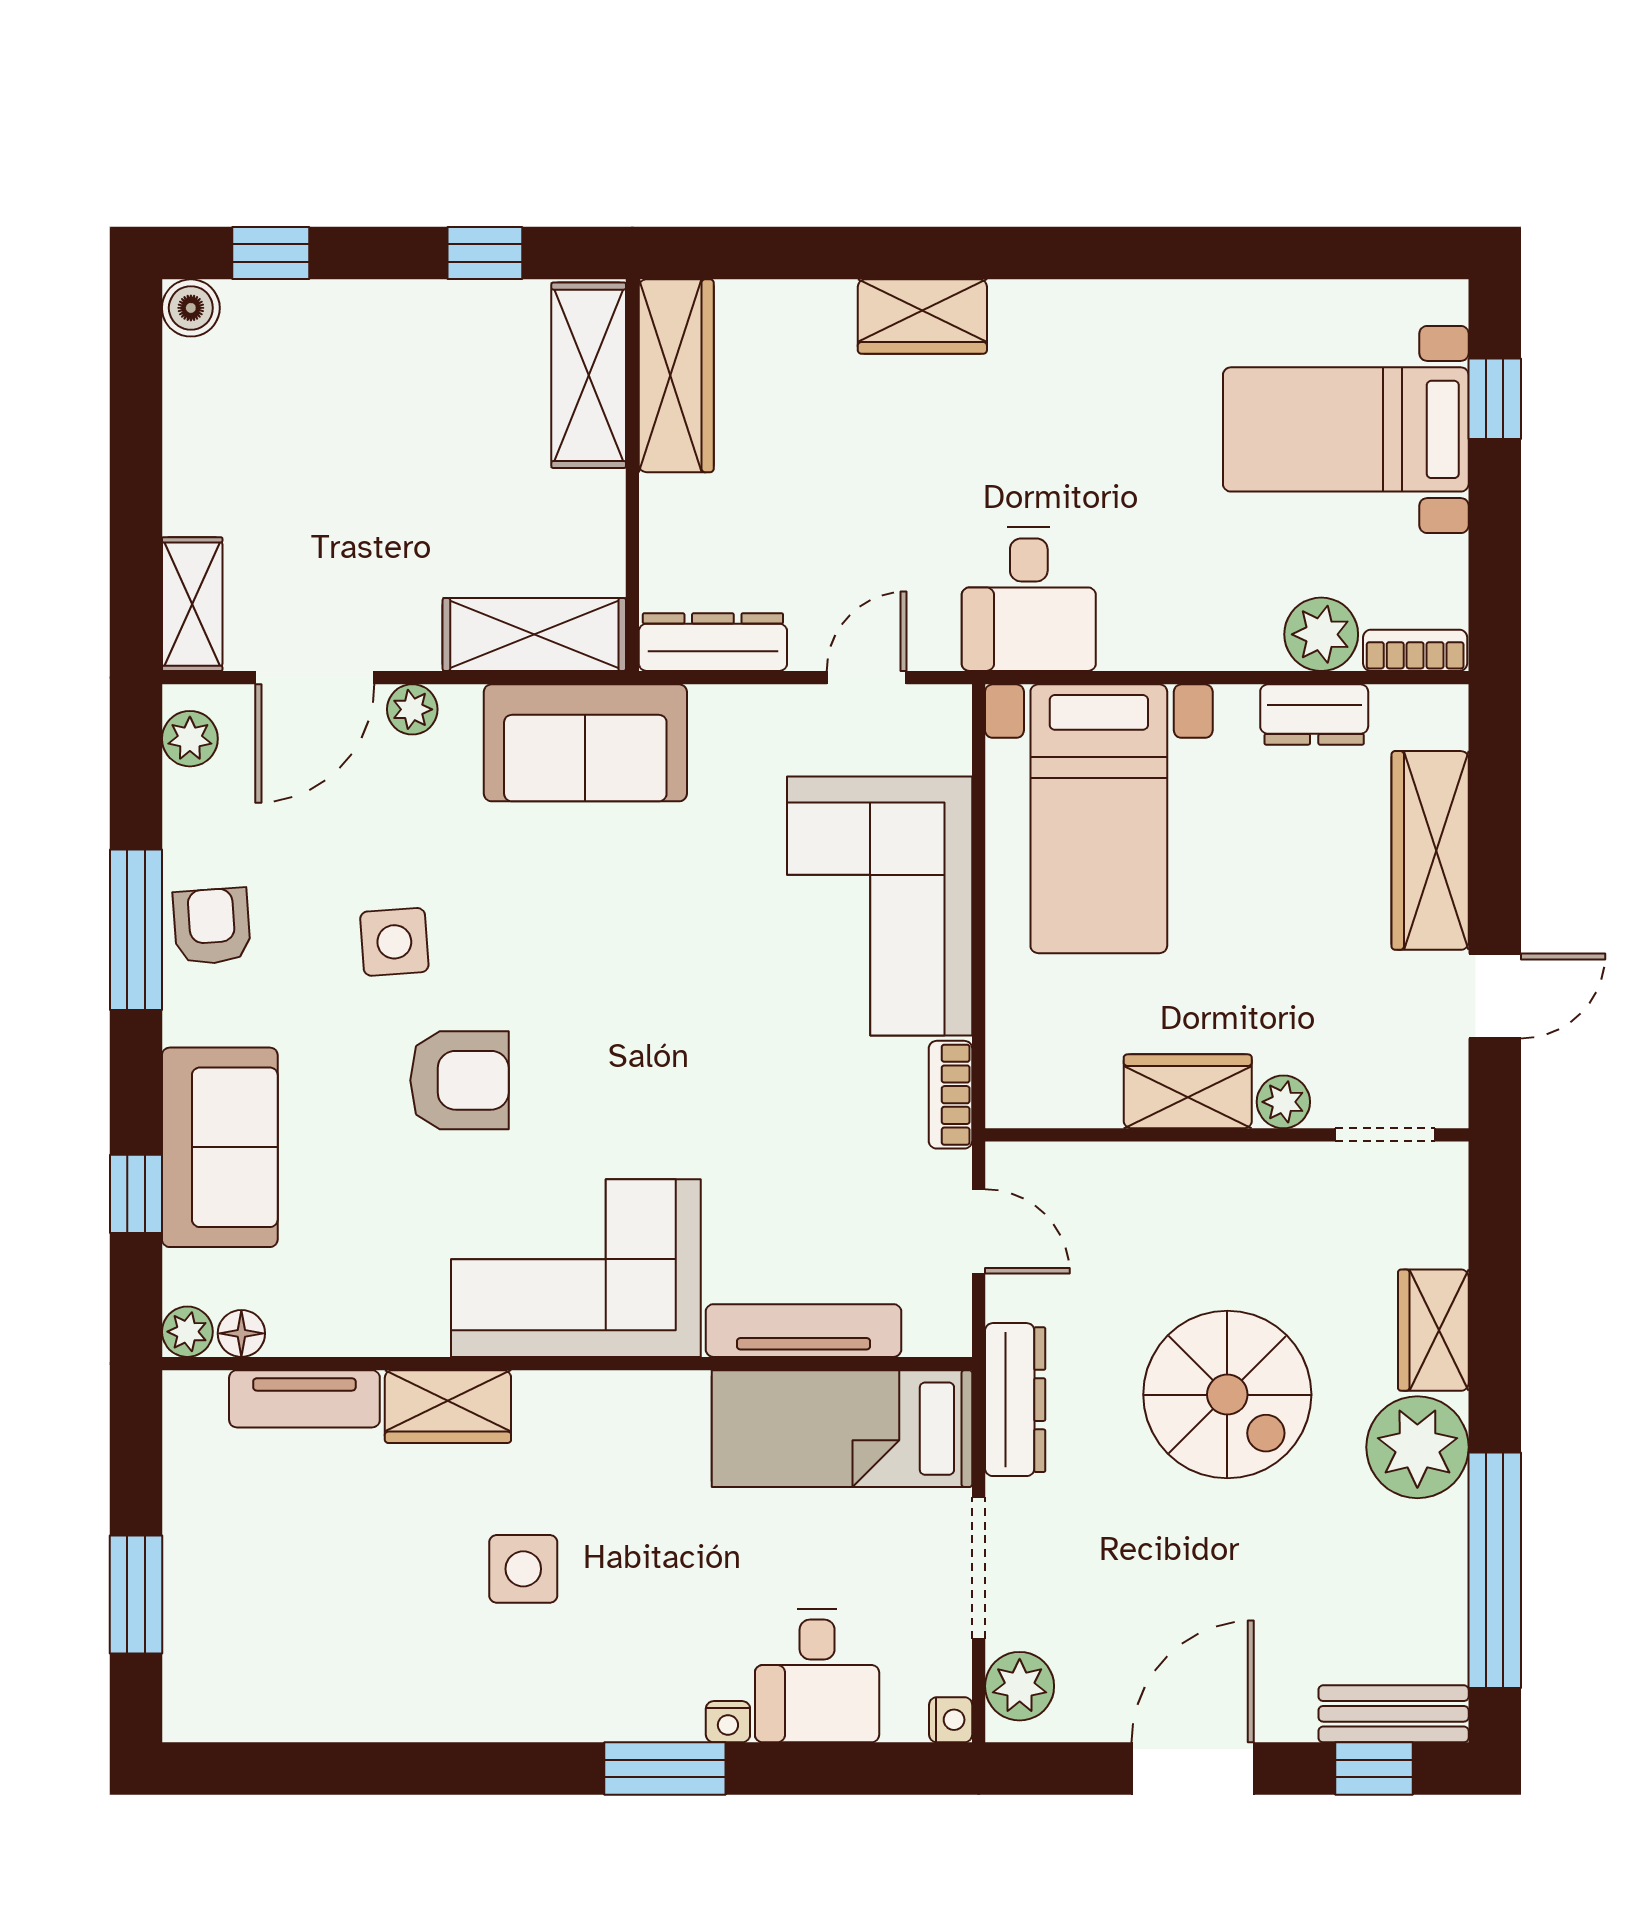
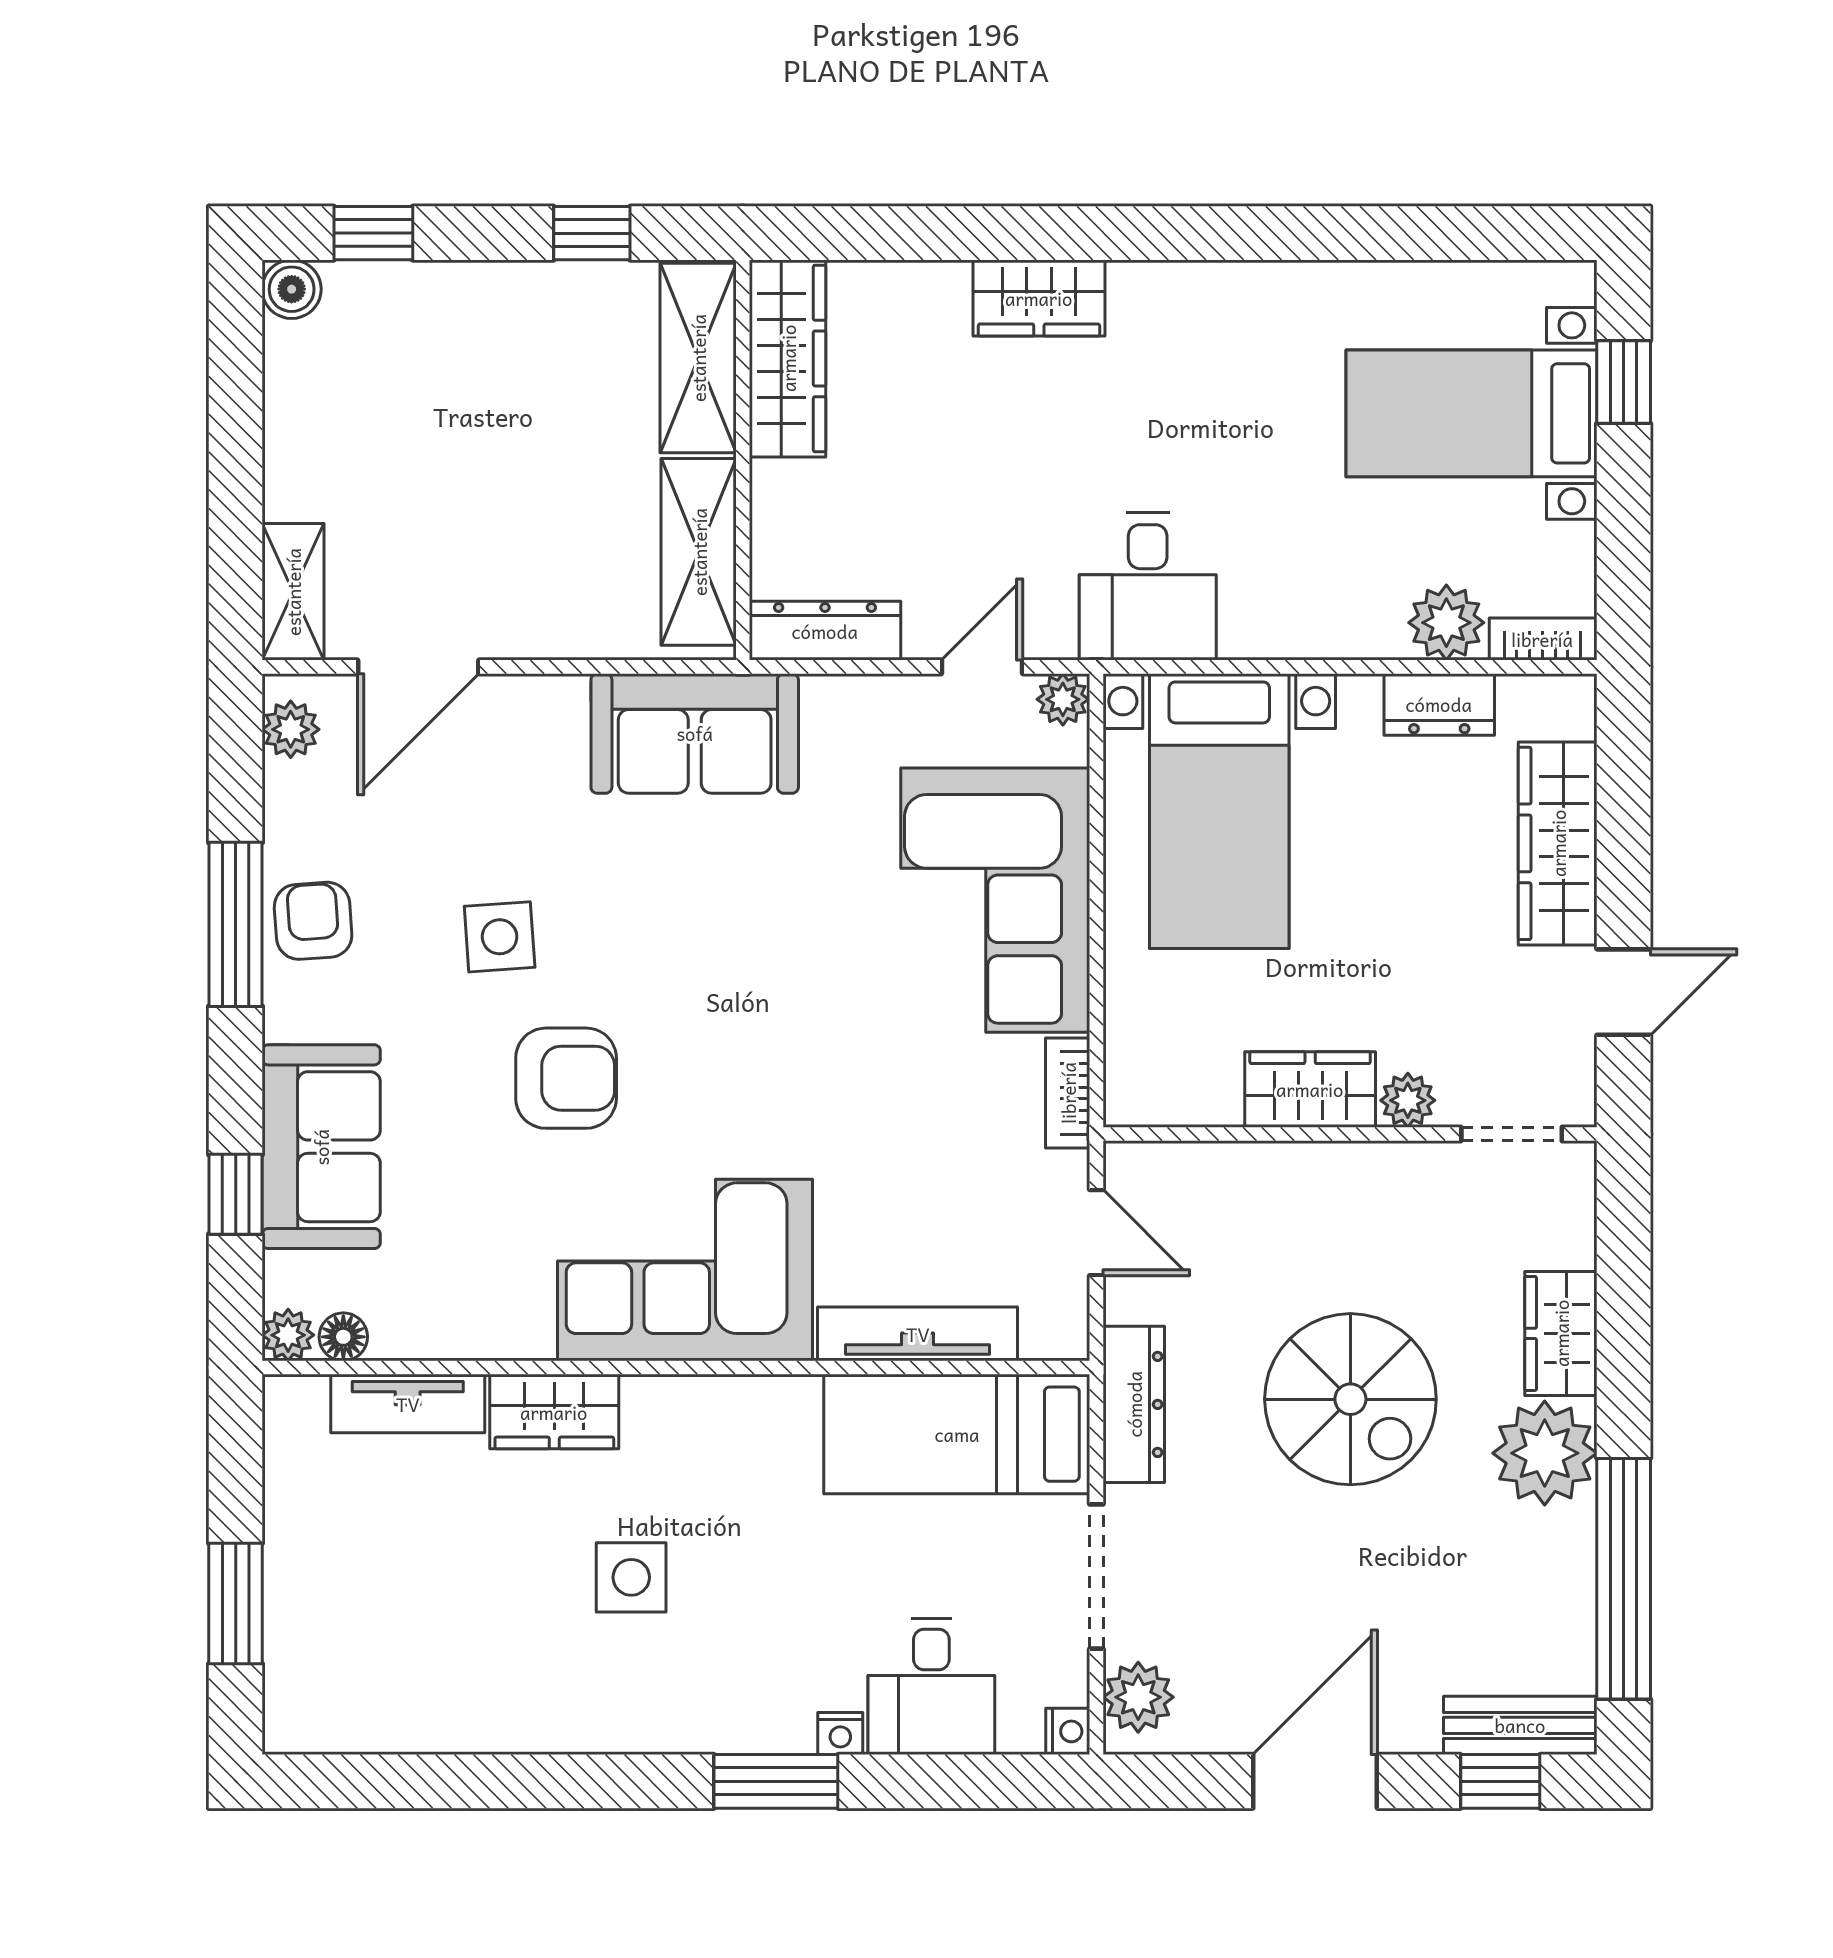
shelving: (534, 634) -> (699, 552), moved, turned 90
plant: (412, 709) -> (1063, 699), moved

